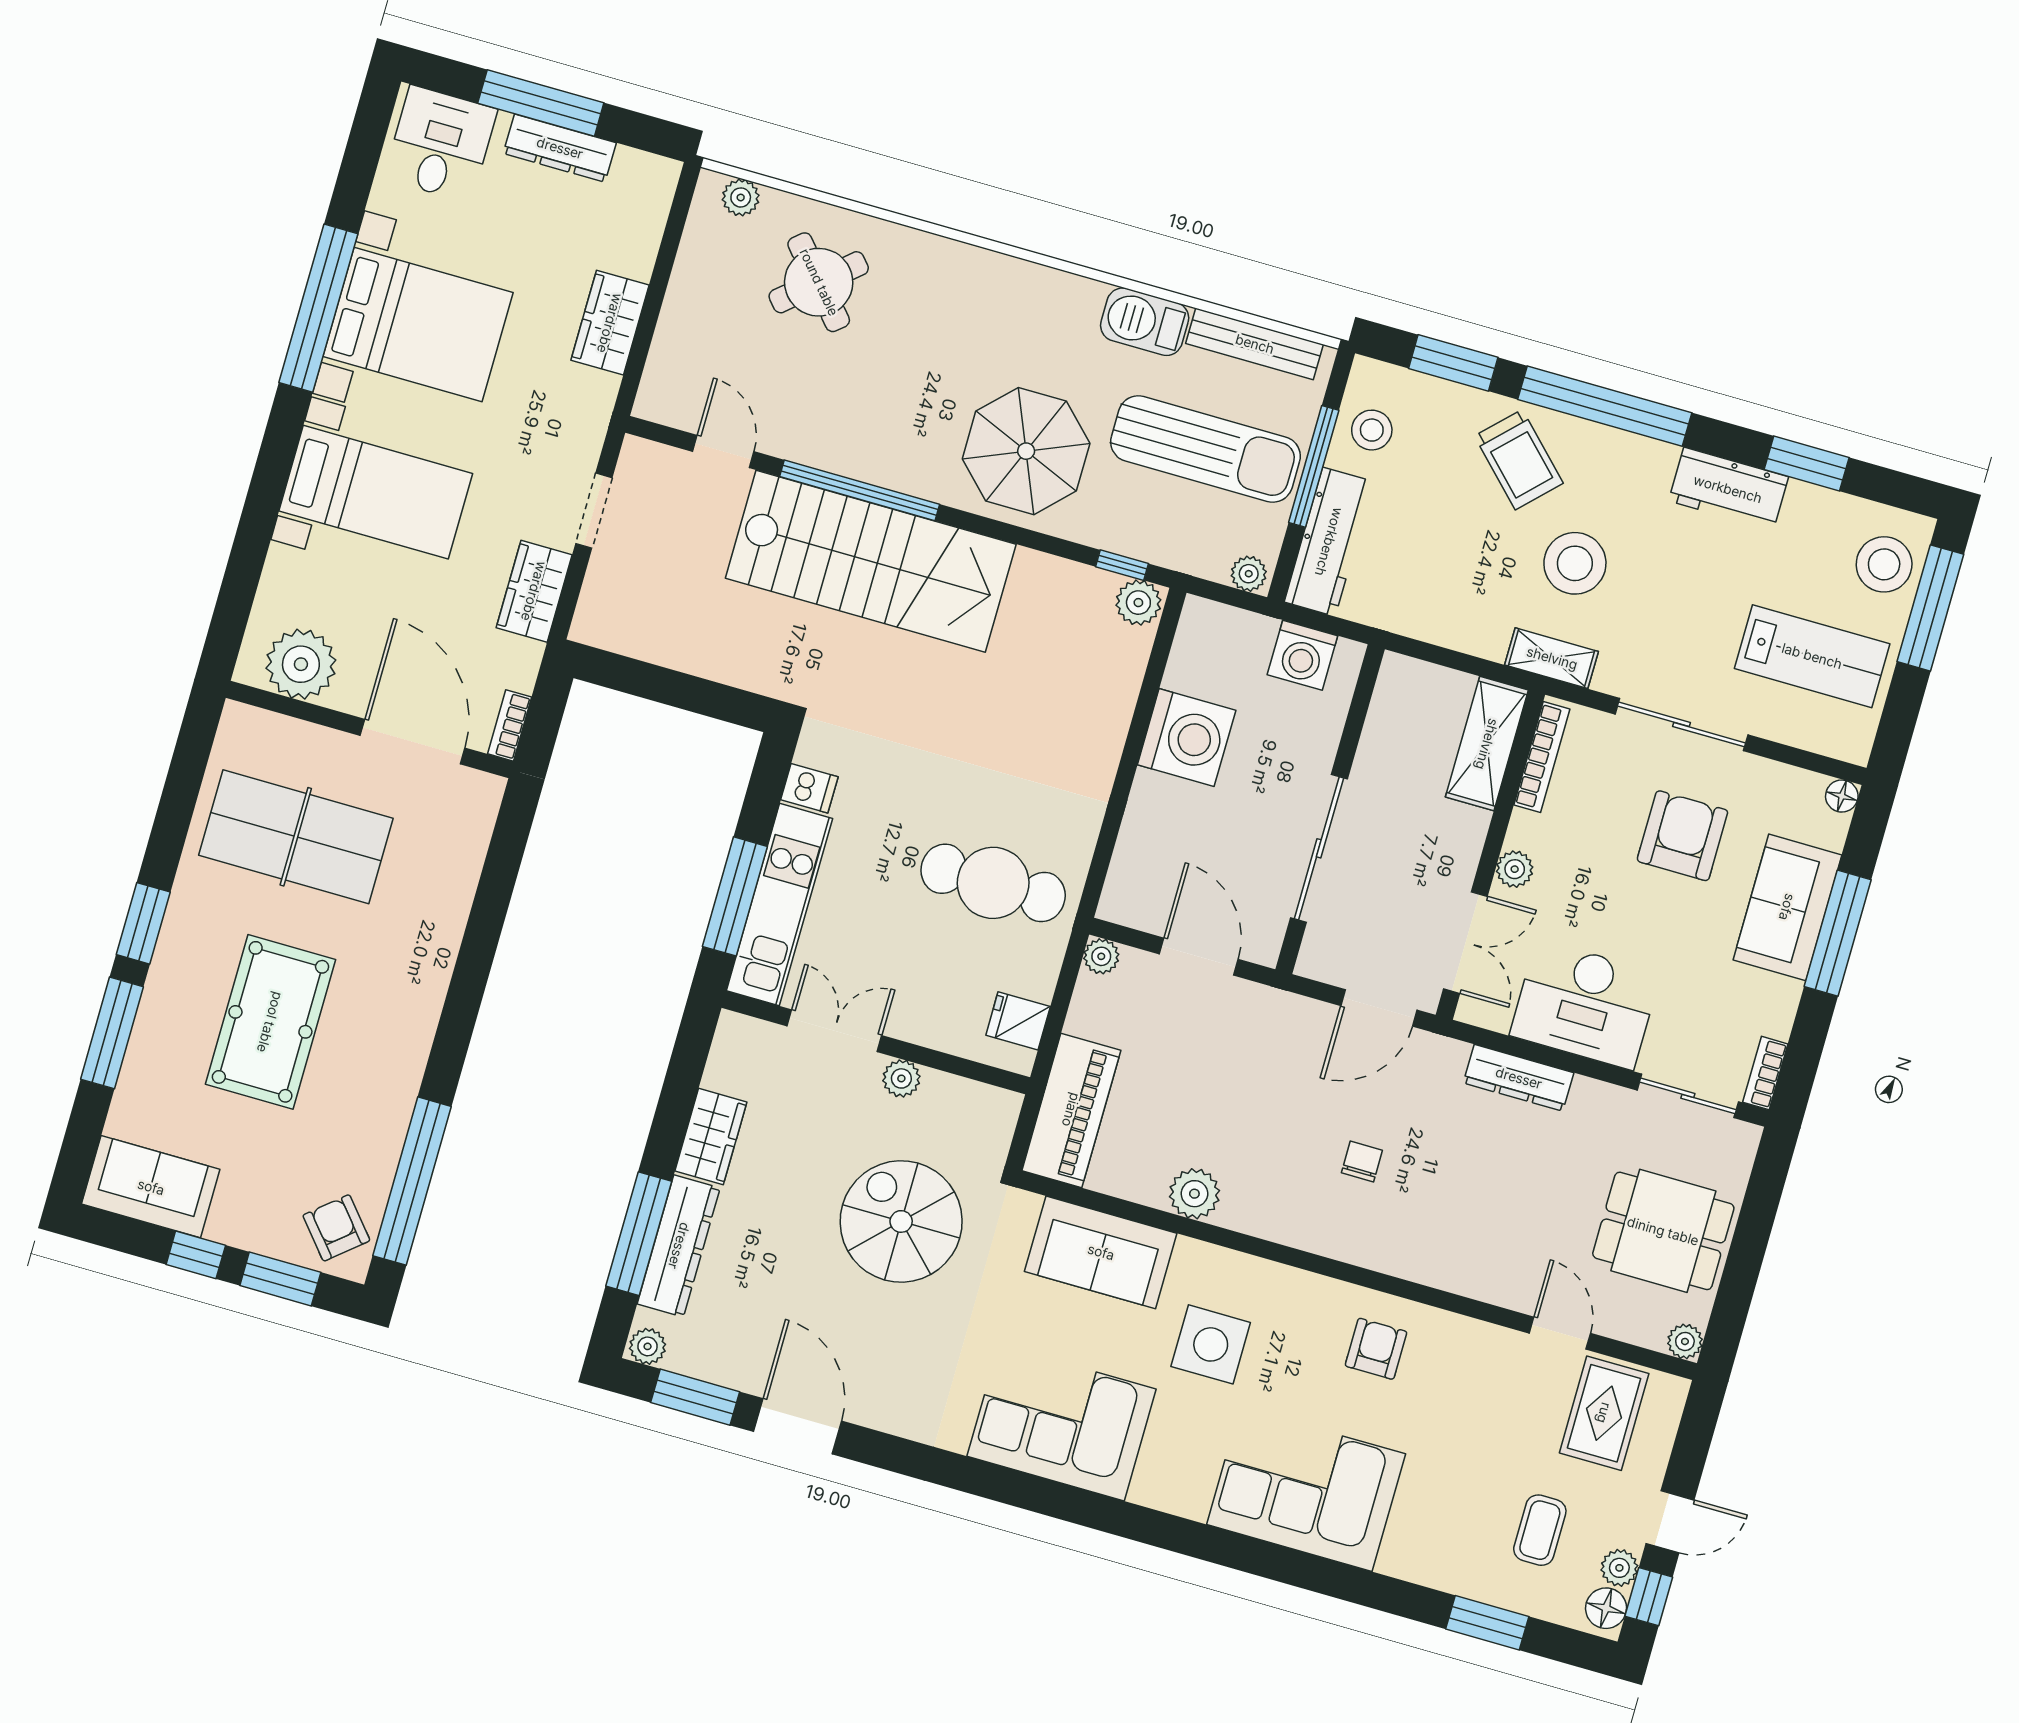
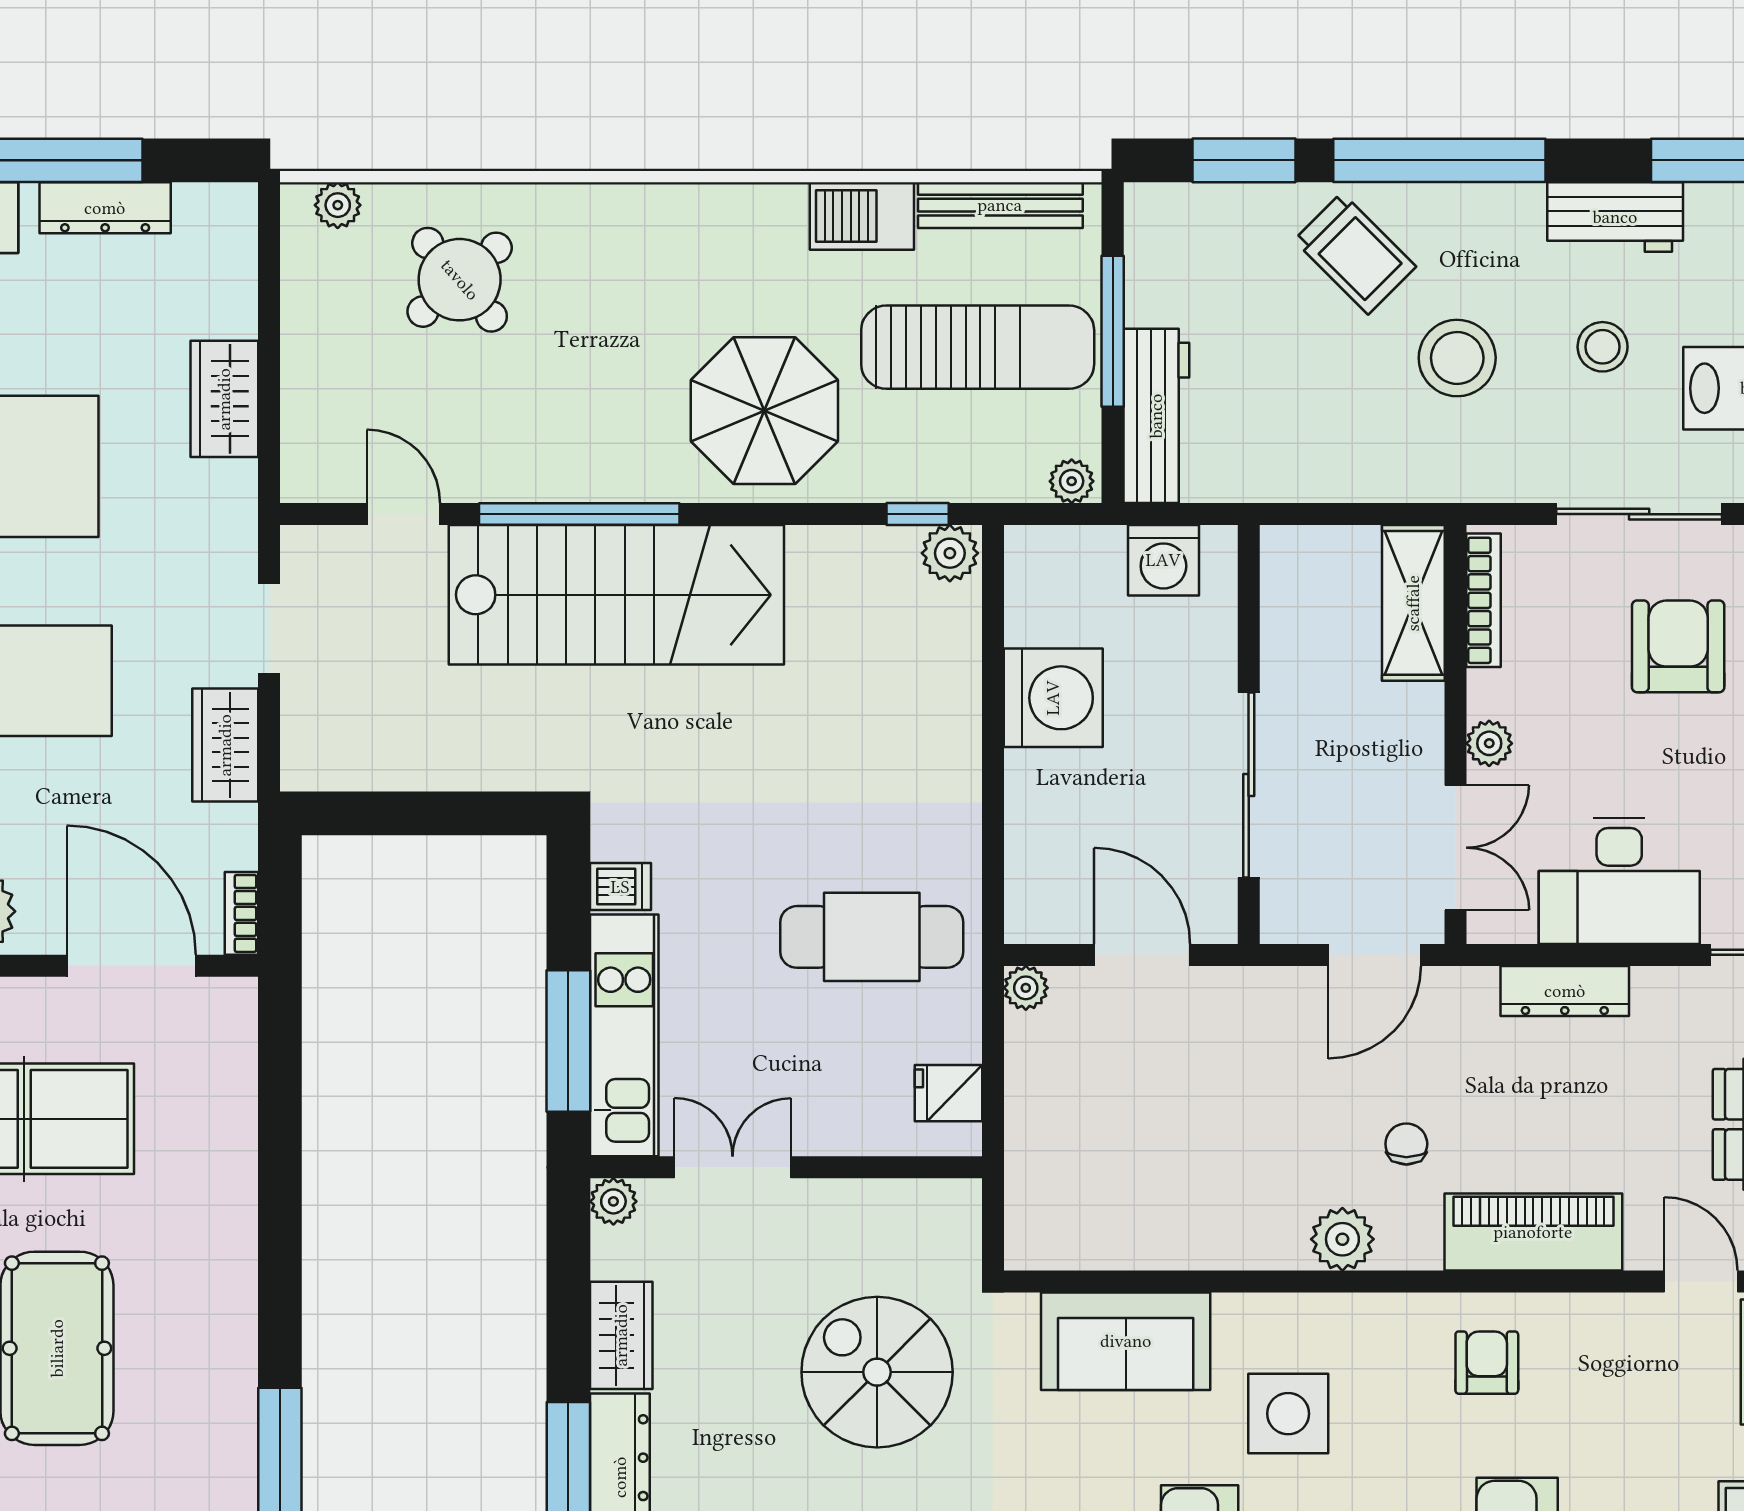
stool: (1372, 430) -> (1603, 347), moved
shelving: (1552, 658) -> (1462, 479), removed
plant: (901, 1078) -> (613, 1201), moved
piano: (1071, 1110) -> (1533, 1232), moved, turned -90
plant: (1194, 1194) -> (1342, 1239), moved

